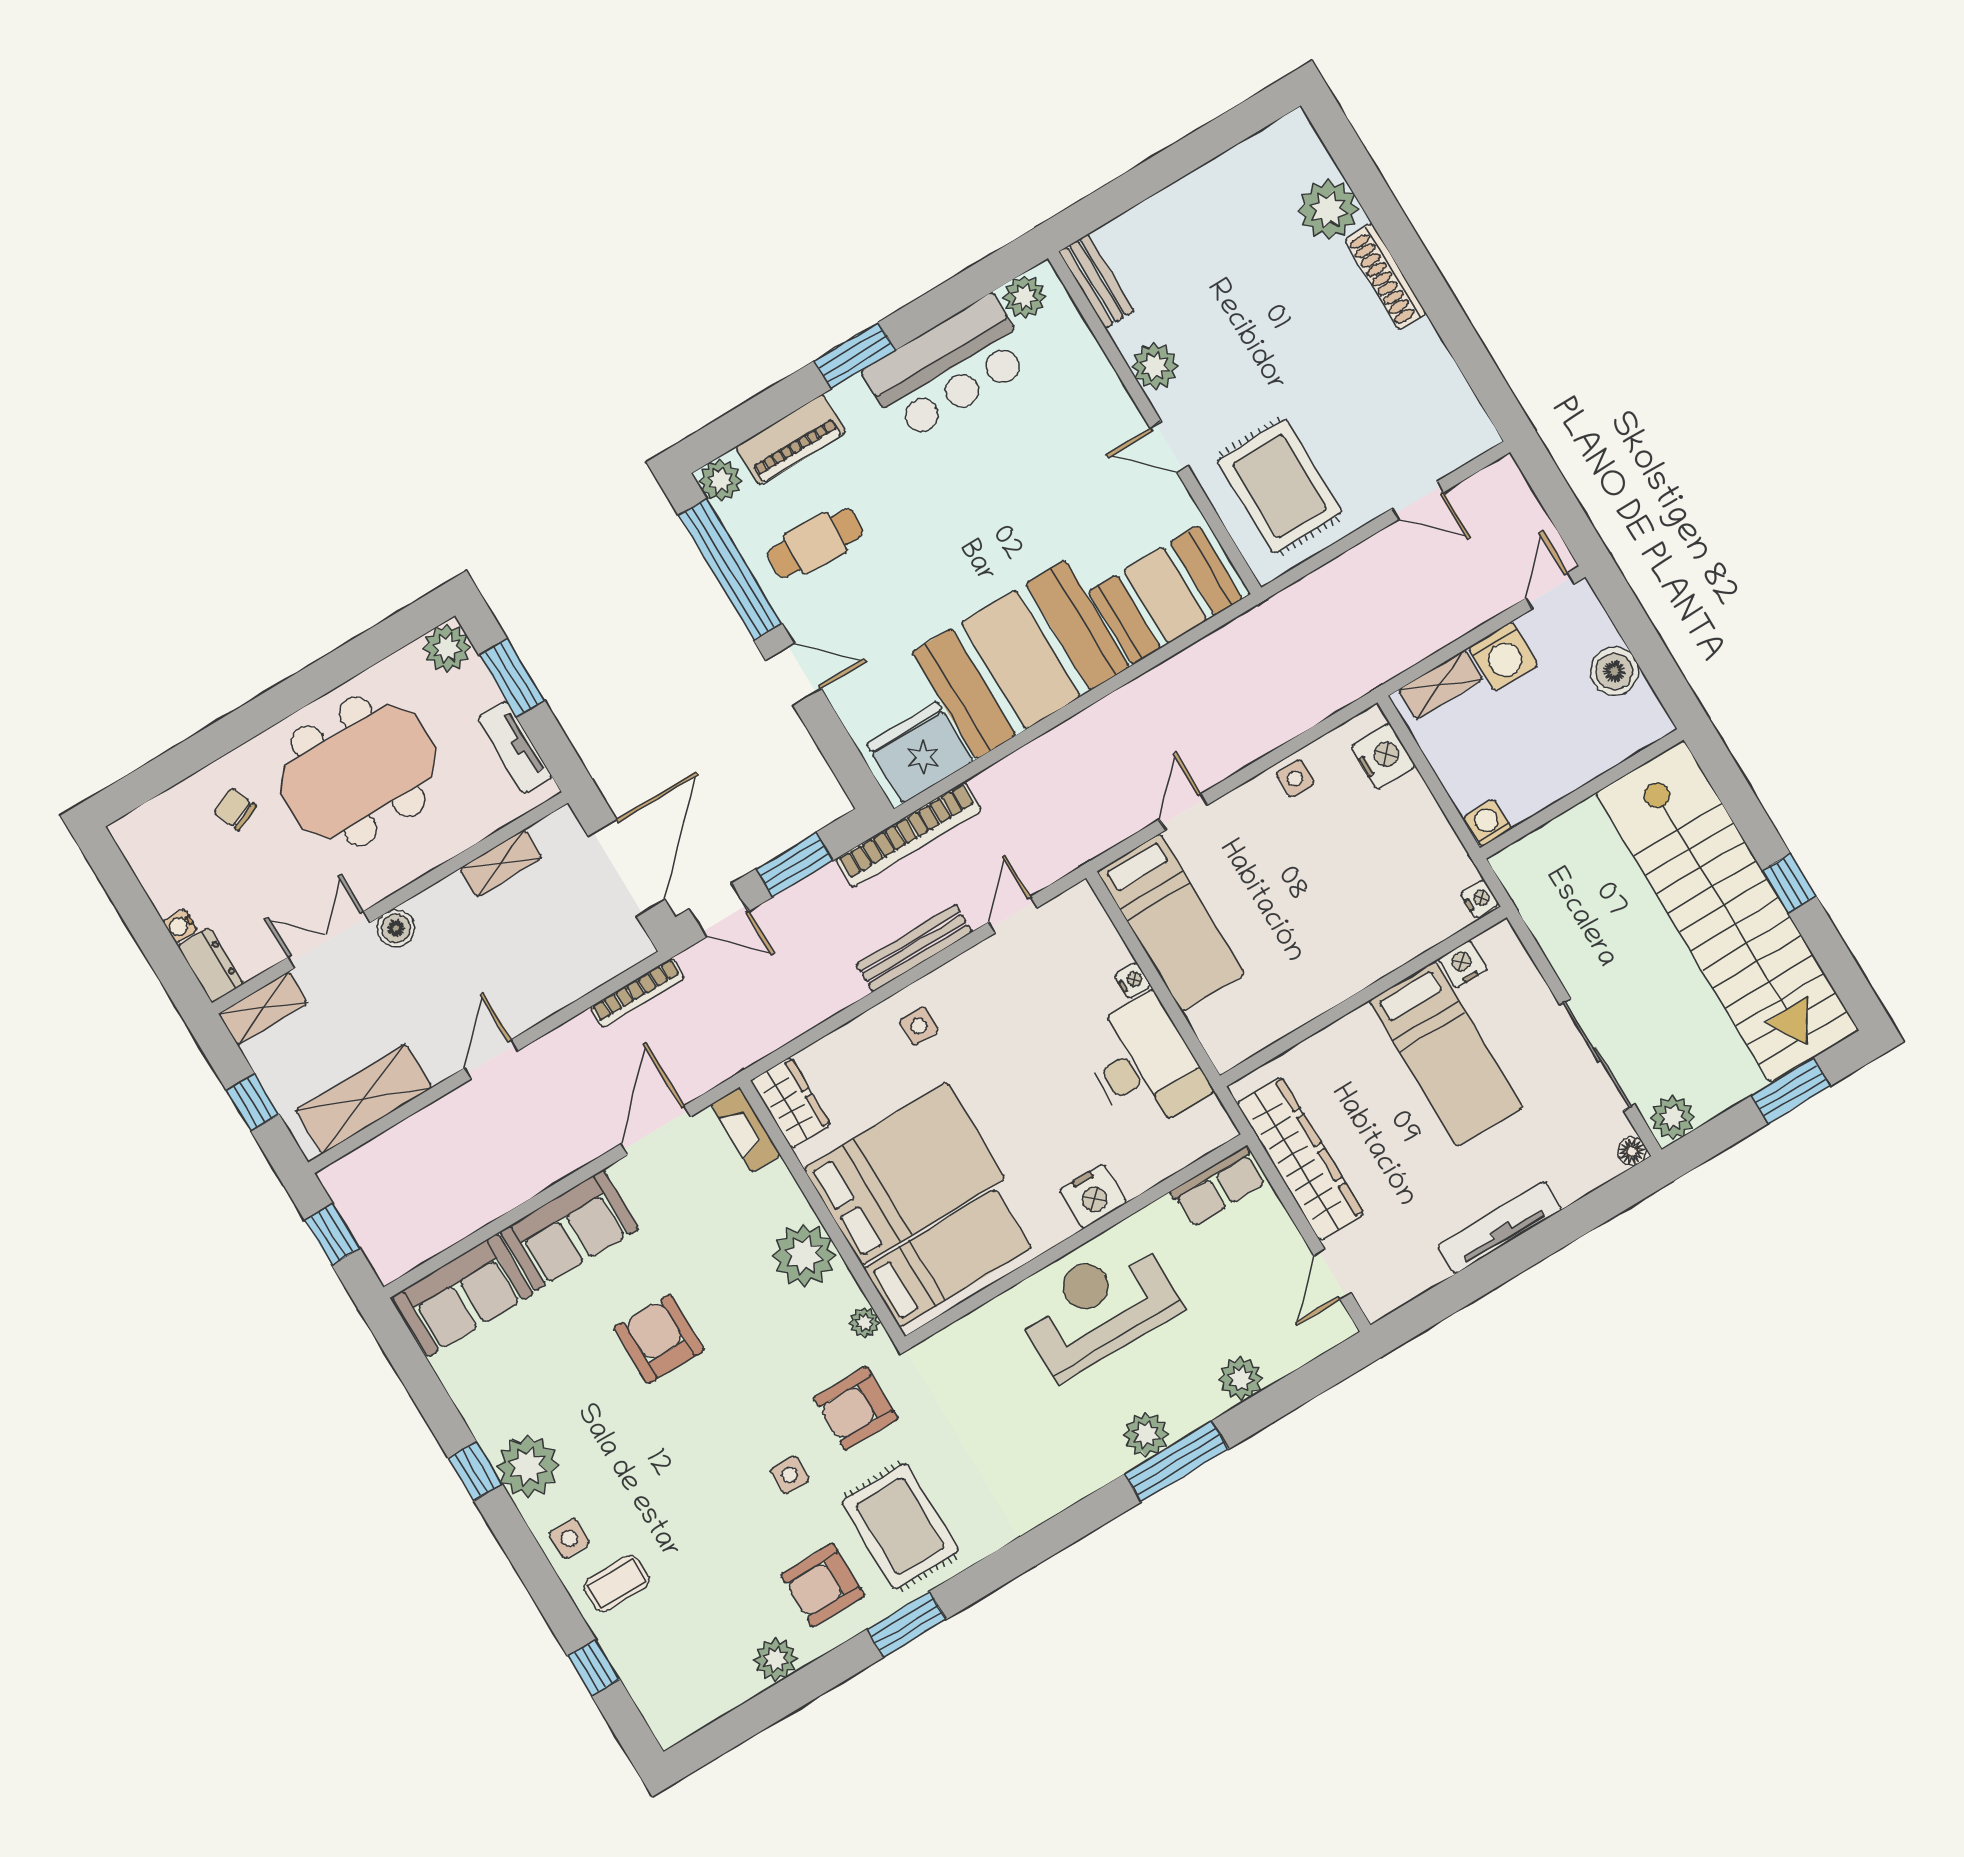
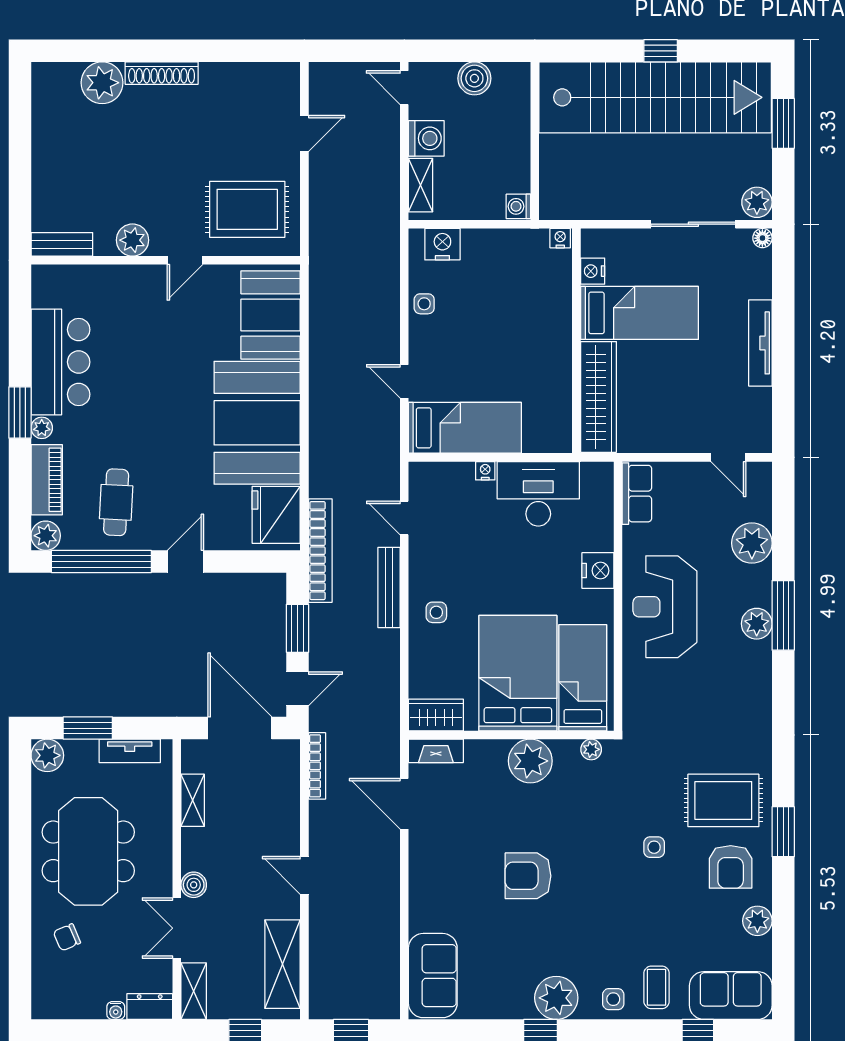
plant: (1025, 297) -> (42, 428), moved, width x0.73, depth x0.73
wardrobe: (1300, 1159) -> (599, 397), moved, turned 90
sofa: (569, 1230) -> (731, 996), moved, turned -90
plant: (1241, 1379) -> (752, 543), width x1.36, depth x1.36
armchair: (856, 1408) -> (638, 785), removed

